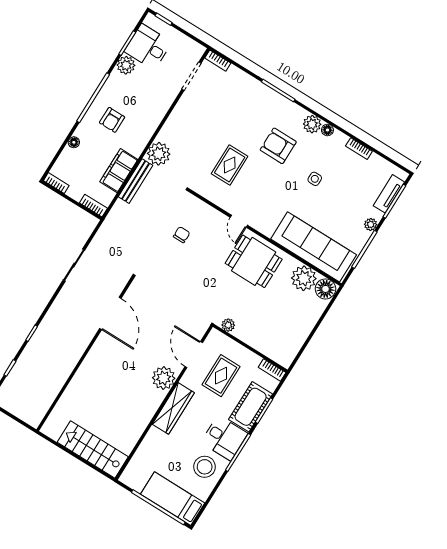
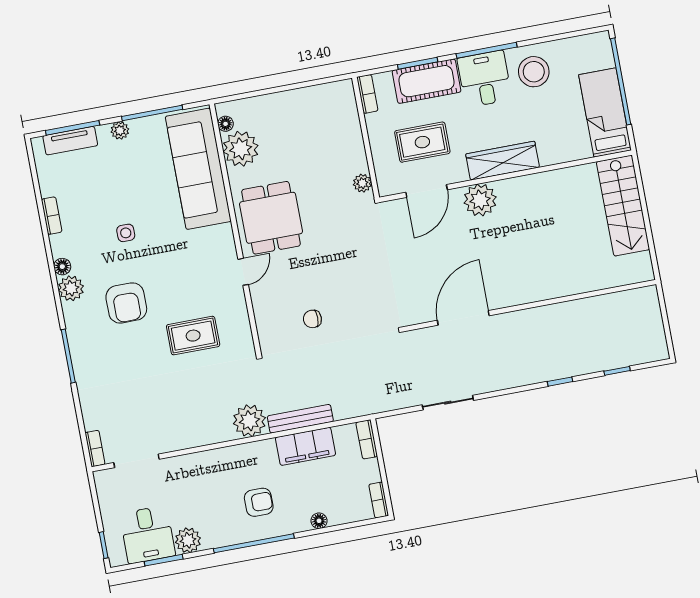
floor lamp: (325, 289) -> (226, 124), width x0.53, depth x0.53
bed: (173, 499) -> (605, 112), moved, turned 180

